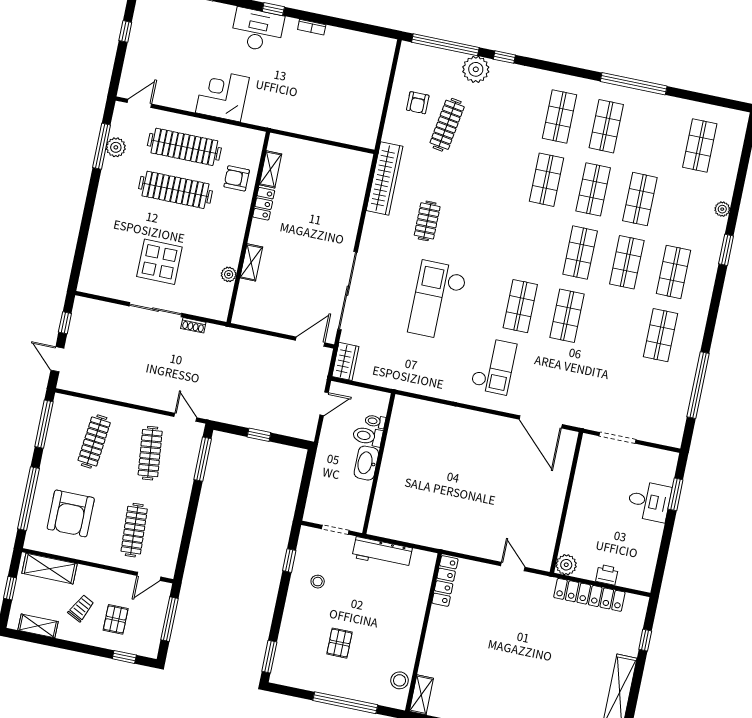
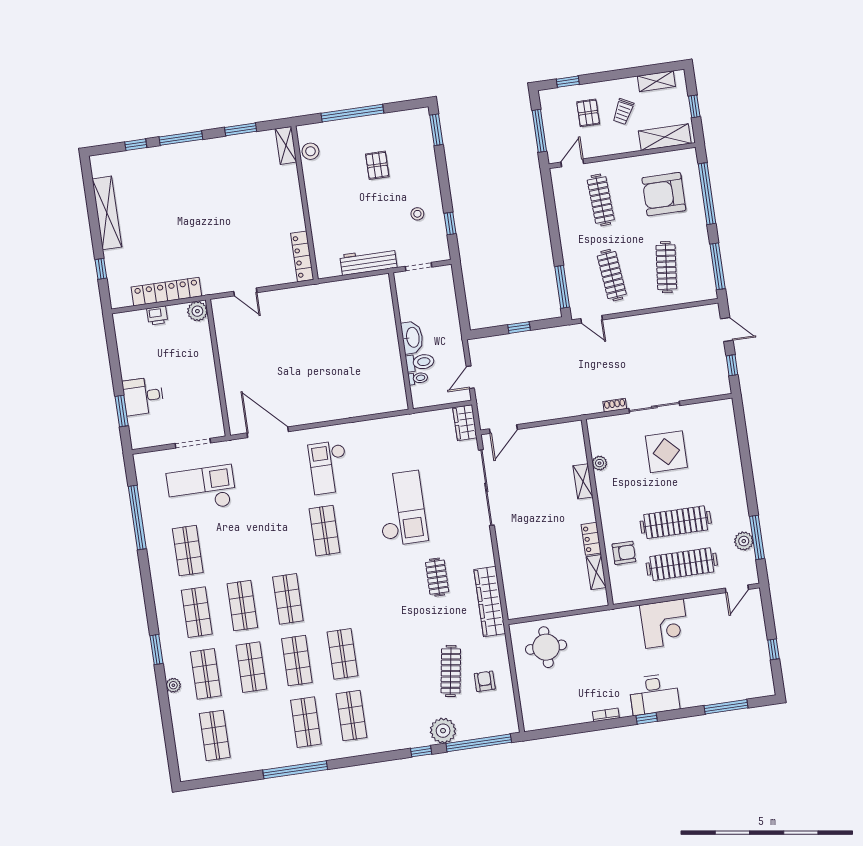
round table: (346, 114) -> (546, 647), added
shop shelf: (567, 316) -> (206, 674), moved
checkout: (625, 390) -> (202, 489), added
armchair: (71, 513) -> (664, 194), turned -90

